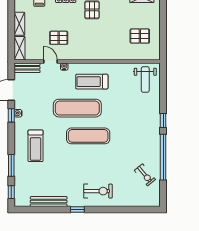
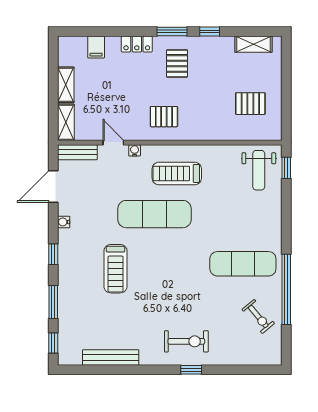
pallet: (59, 38) -> (164, 117), moved
window: (11, 115) -> (53, 254), moved
window: (163, 121) -> (286, 168), moved
exercise mat: (88, 136) -> (243, 264), moved
treadmill: (36, 146) -> (116, 269), moved
window: (77, 210) -> (191, 370), moved

